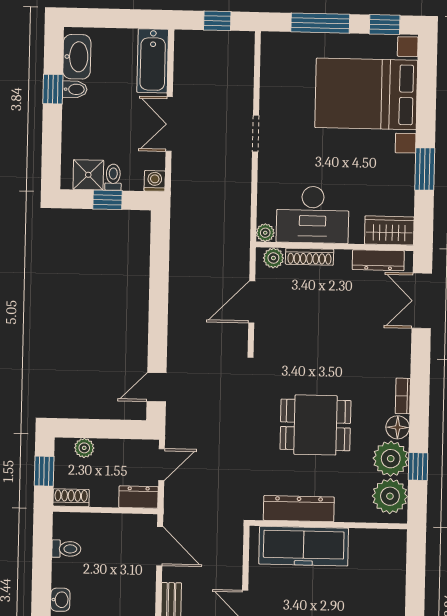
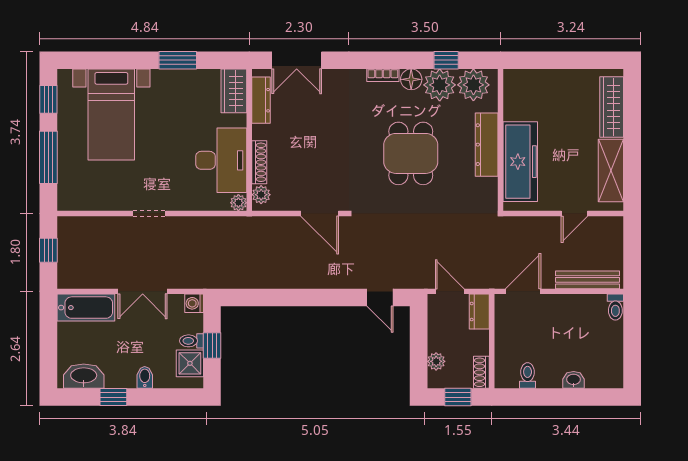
bidet: (75, 89) -> (145, 377), moved
bed with nightstands: (366, 94) -> (111, 114), width x0.73
door: (252, 302) -> (320, 213), moved
dresser: (299, 509) -> (487, 145), moved

